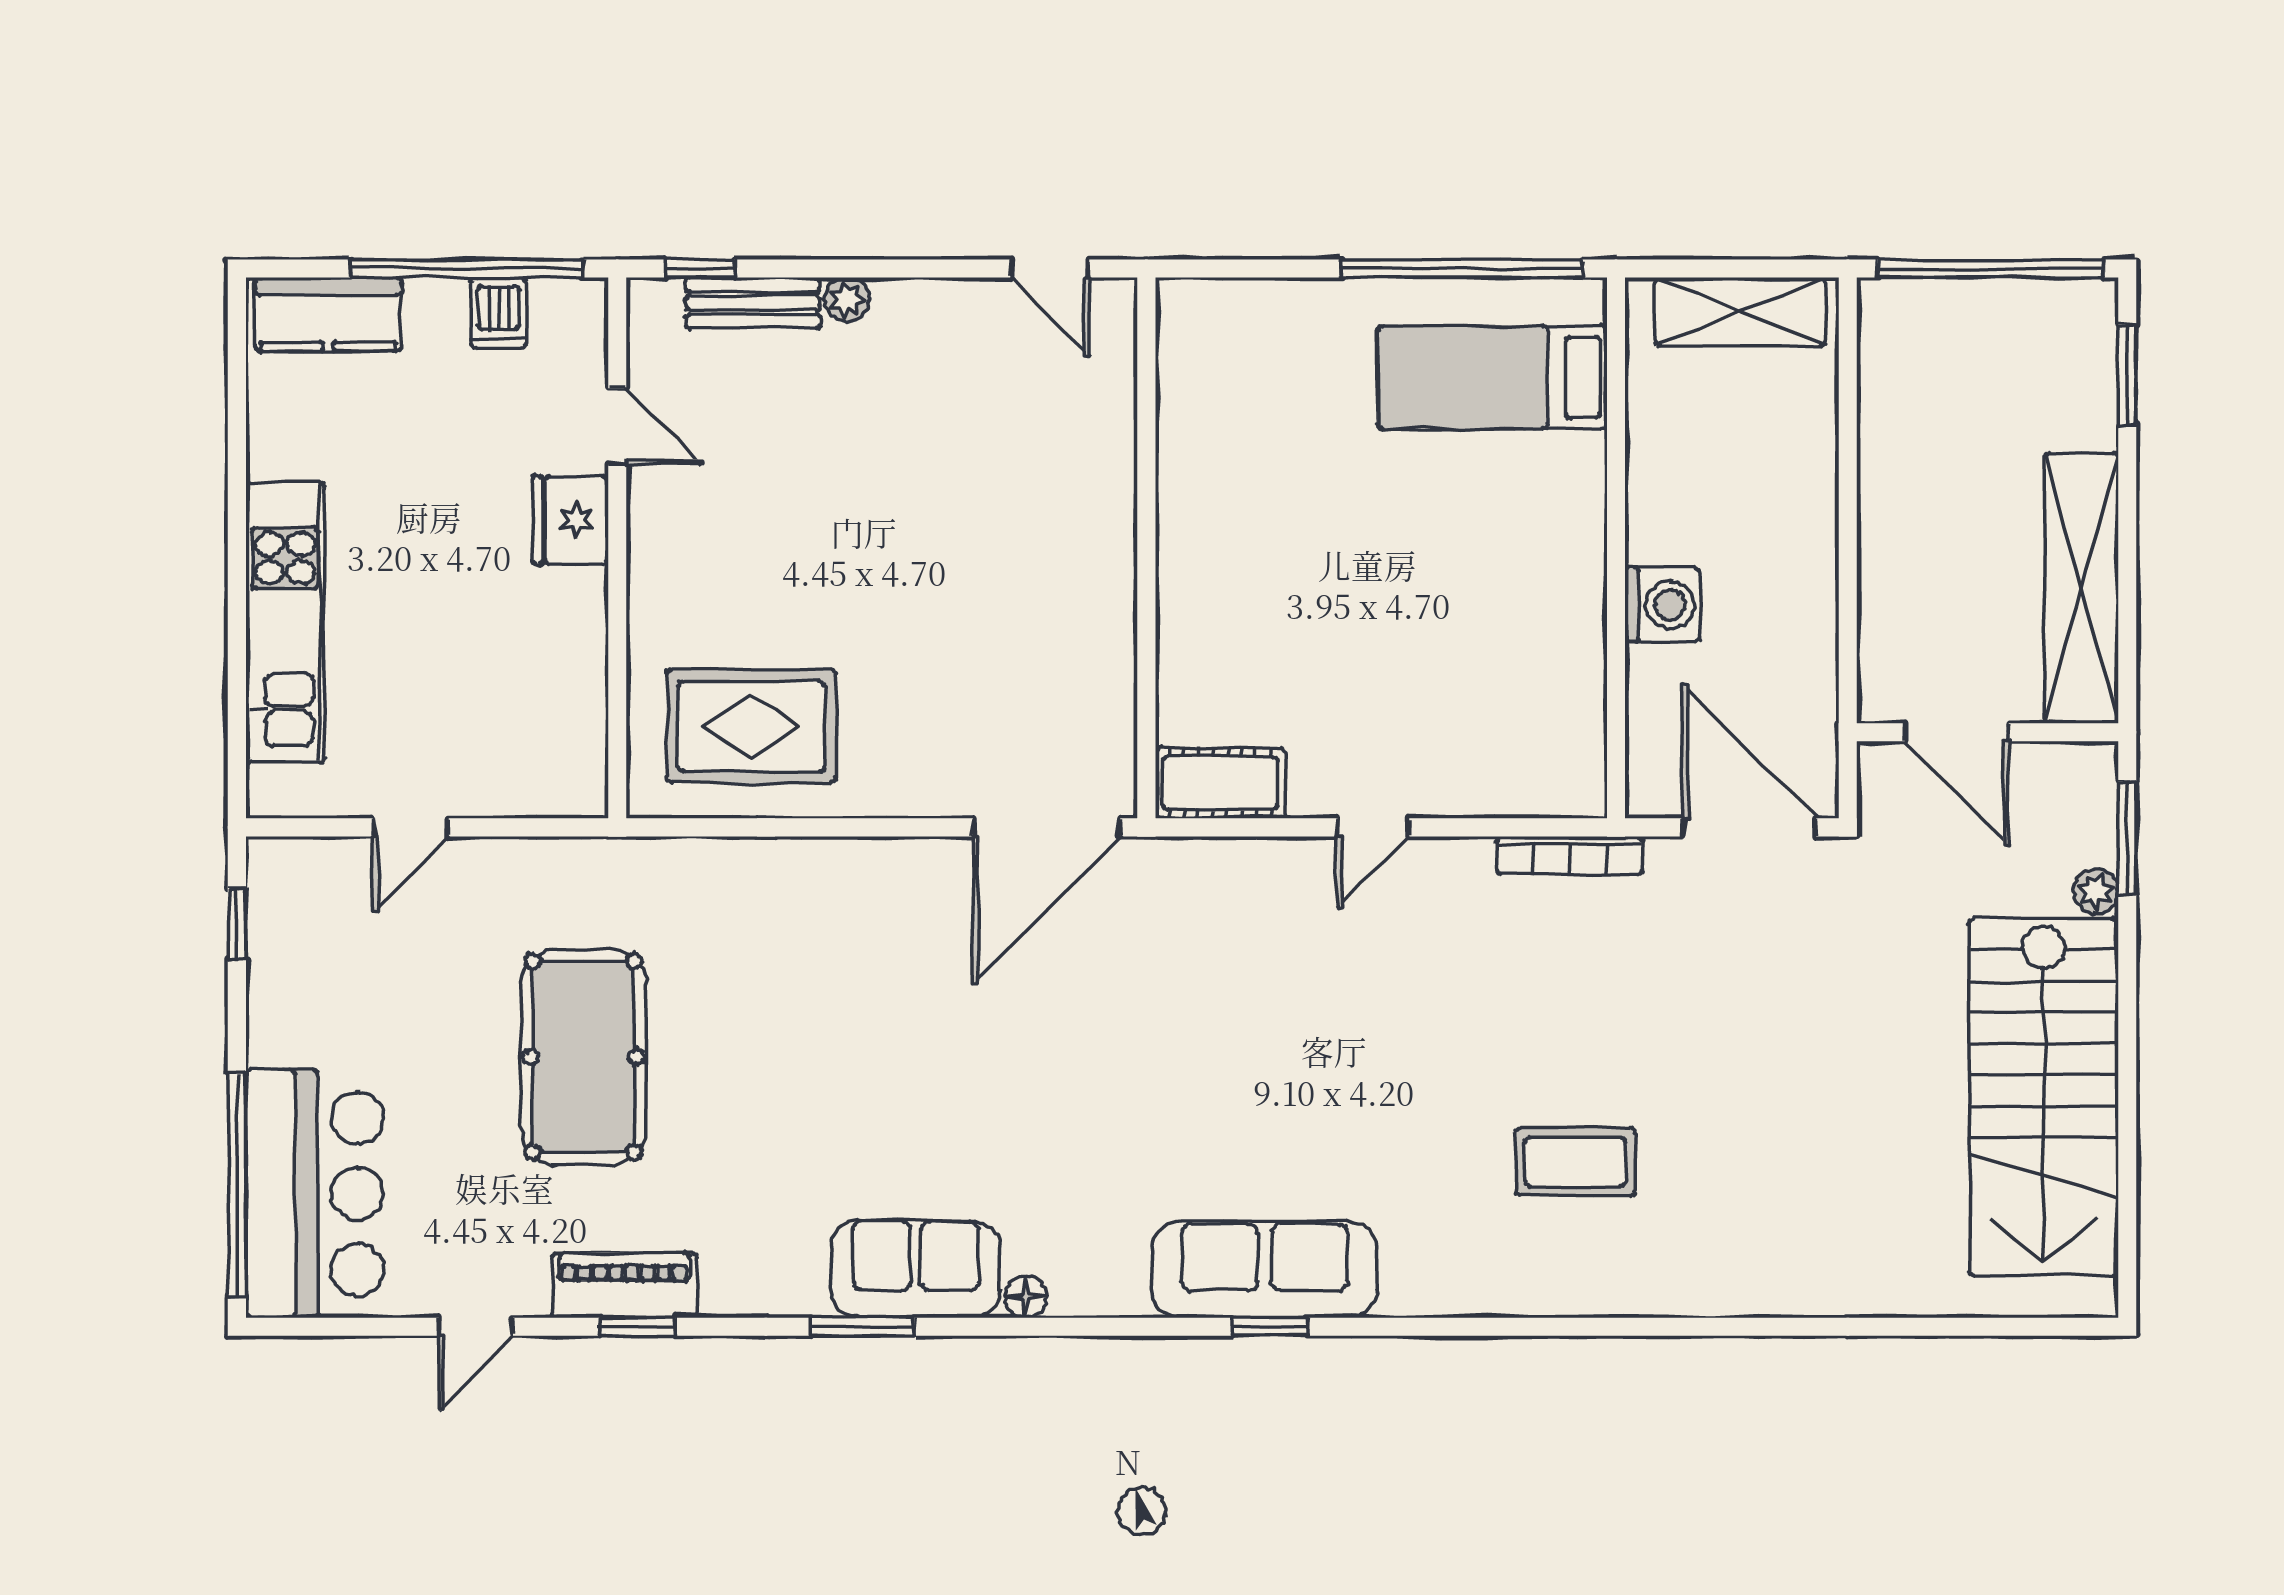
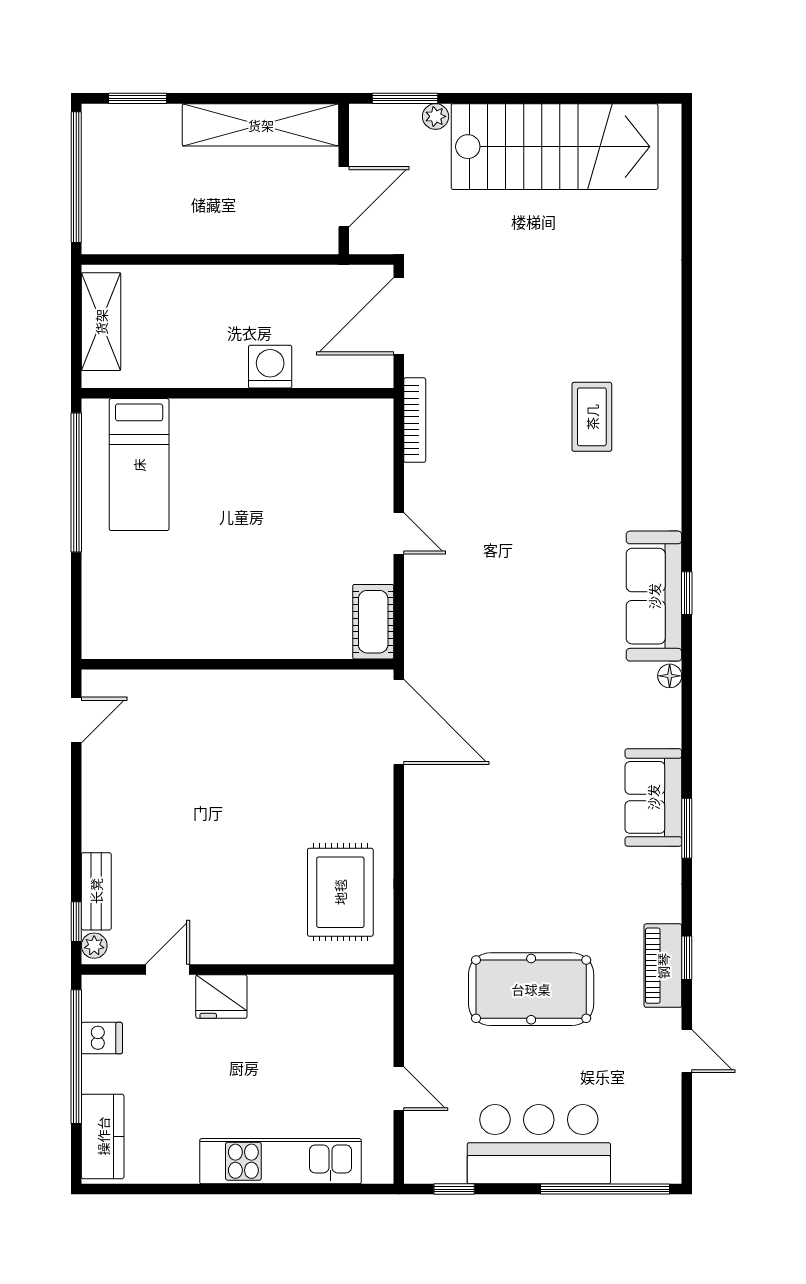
plant: (847, 300) -> (94, 946), moved
bar counter: (315, 1194) -> (539, 1144), moved
floor lamp: (1026, 1297) -> (670, 676), moved

